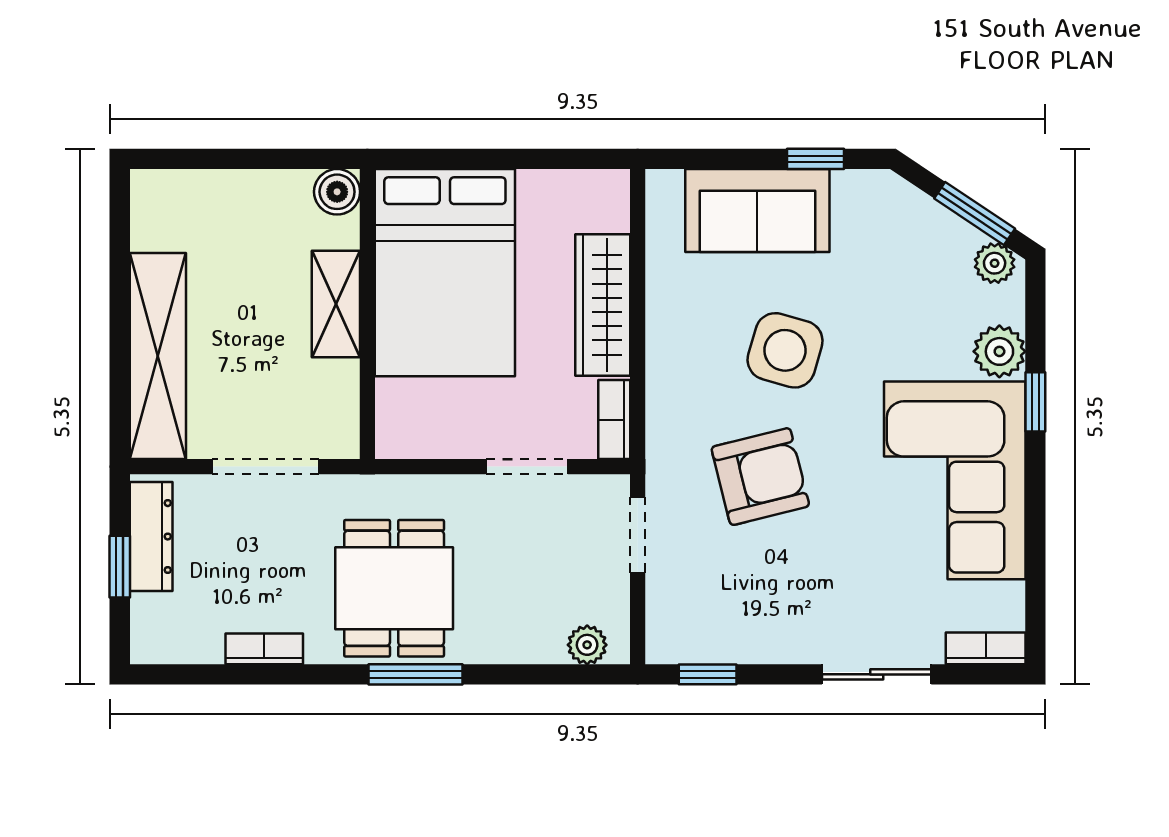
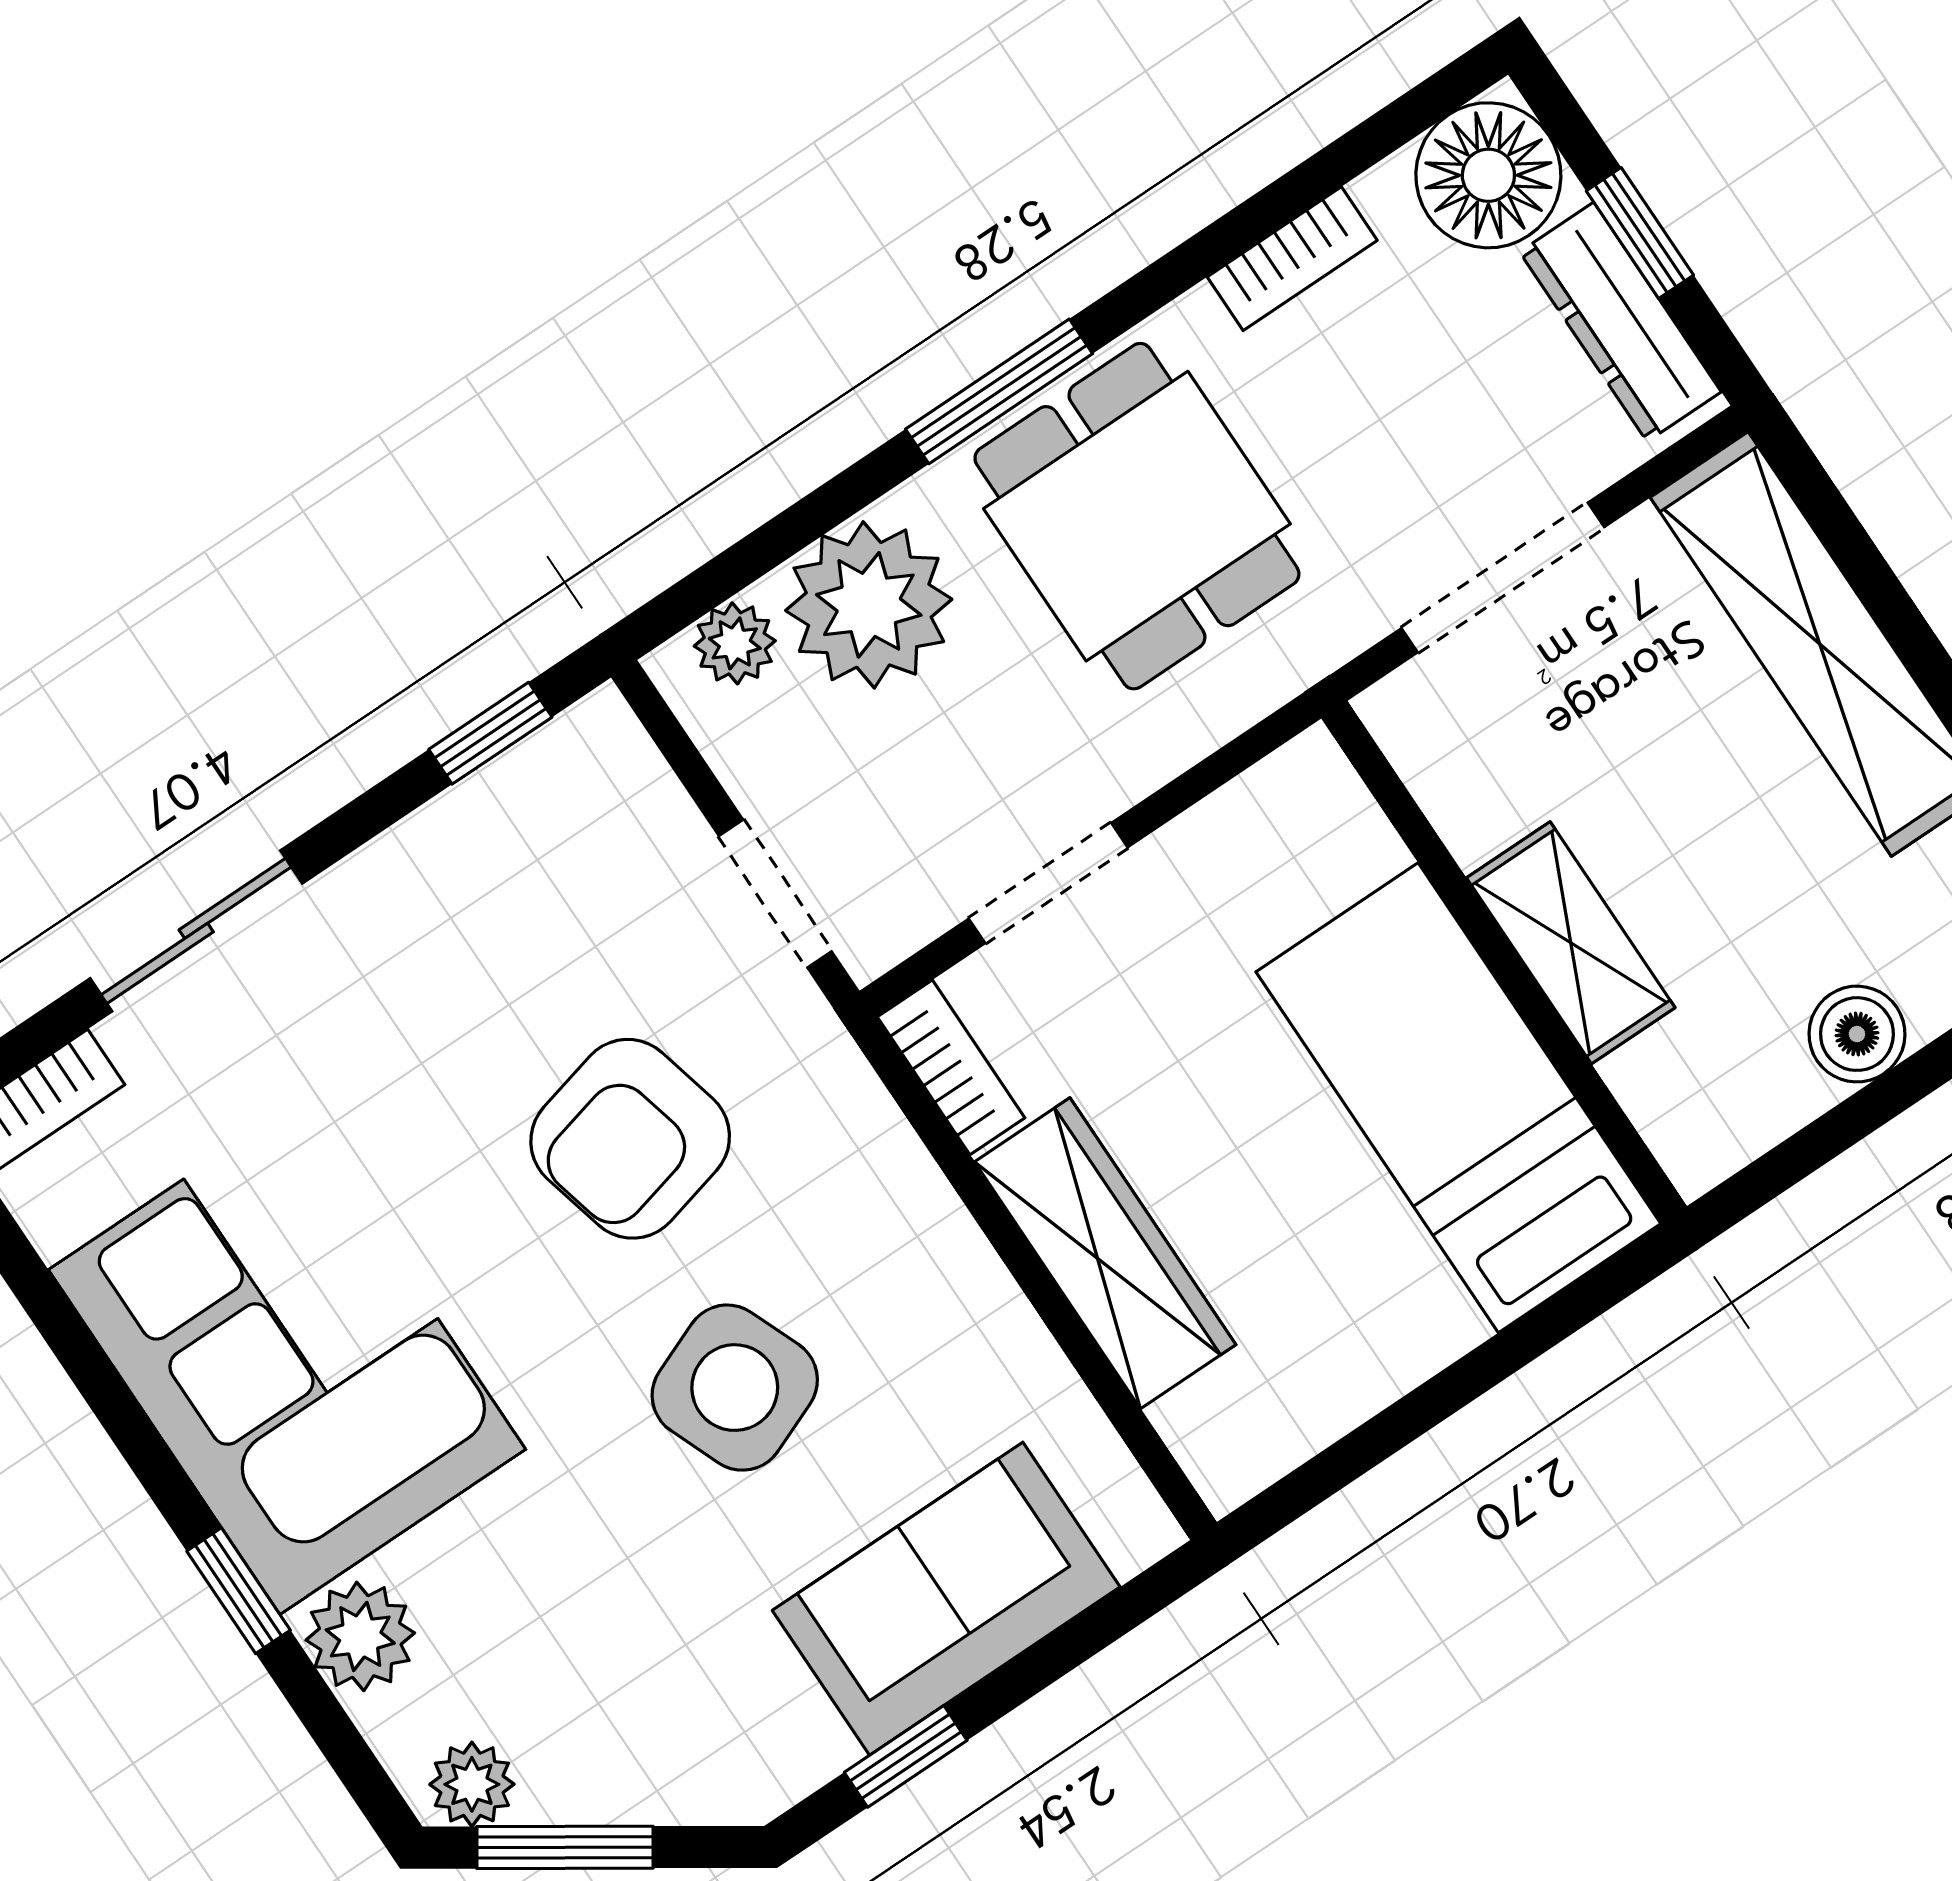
boiler: (337, 192) -> (1857, 1034), moved
bed: (445, 273) -> (1458, 1098), width x0.67
side table: (785, 350) -> (735, 1388), turned -38
plant: (524, 624) -> (869, 605), added
floor lamp: (164, 630) -> (1488, 175), added

